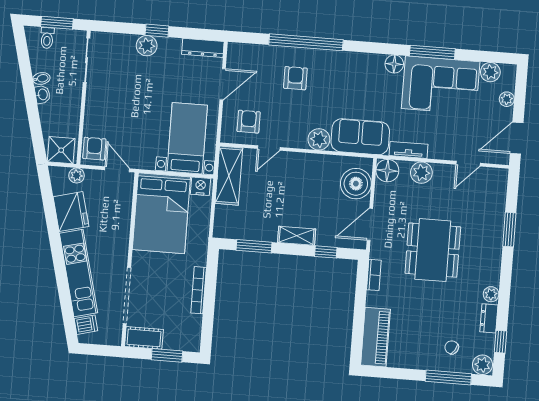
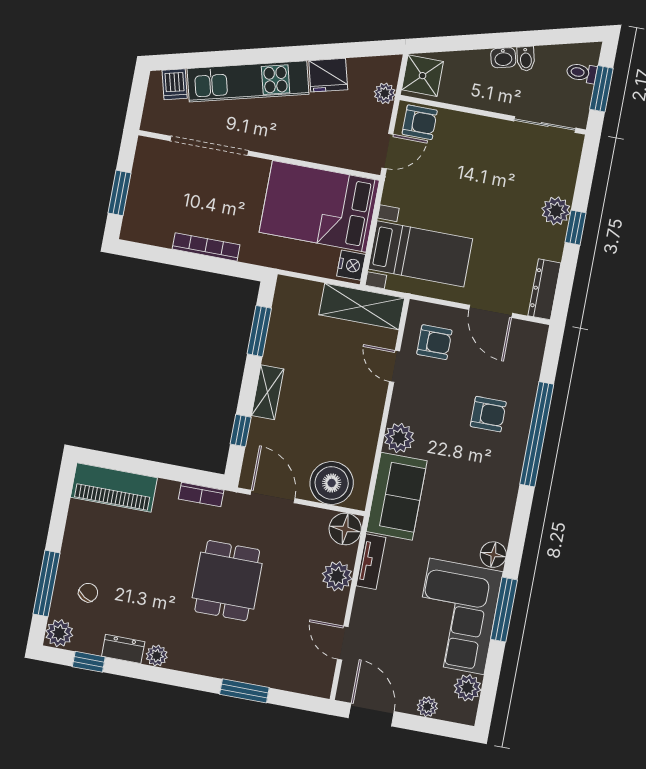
fridge: (71, 212) -> (328, 75), width x0.73, depth x0.75
dining table: (433, 250) -> (227, 581), width x0.73
cot: (144, 338) -> (147, 163), removed

